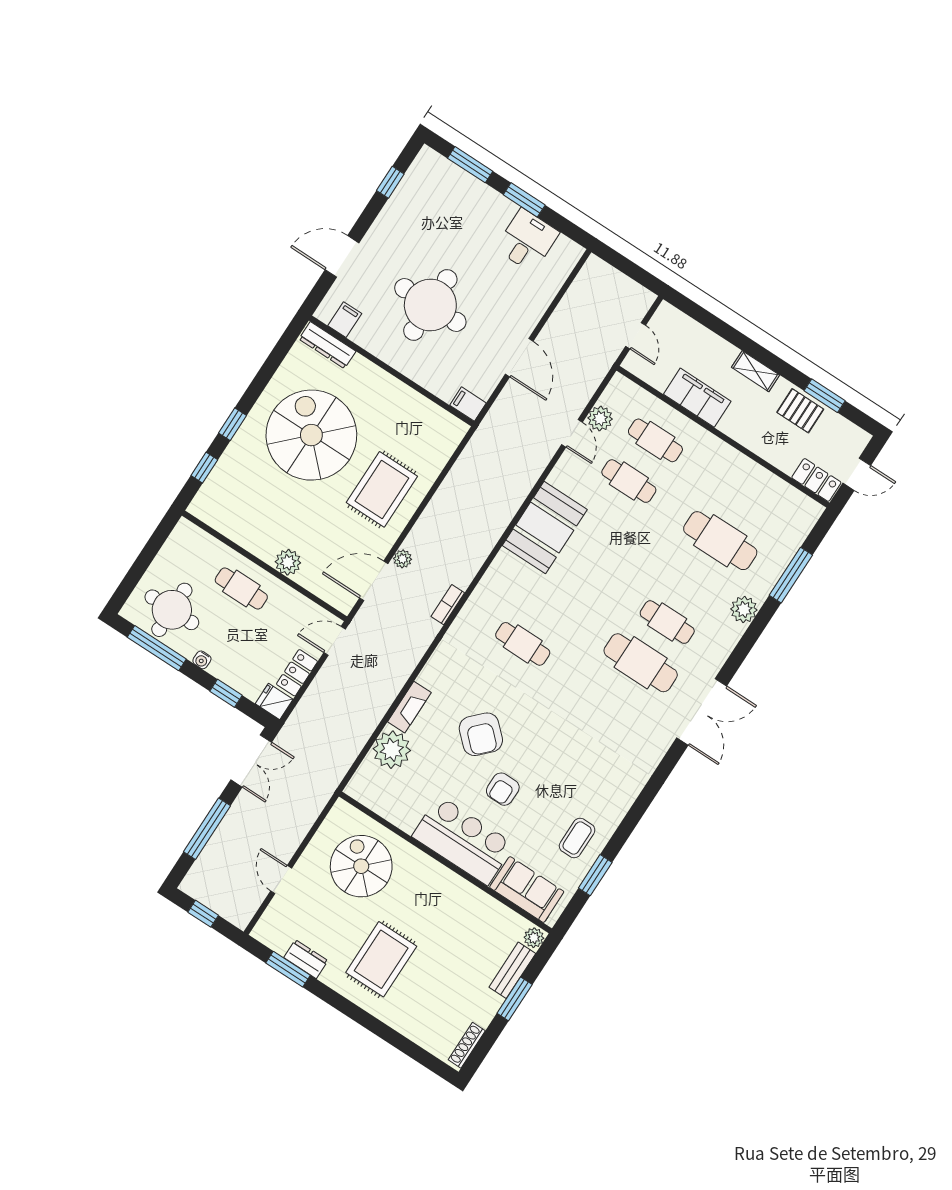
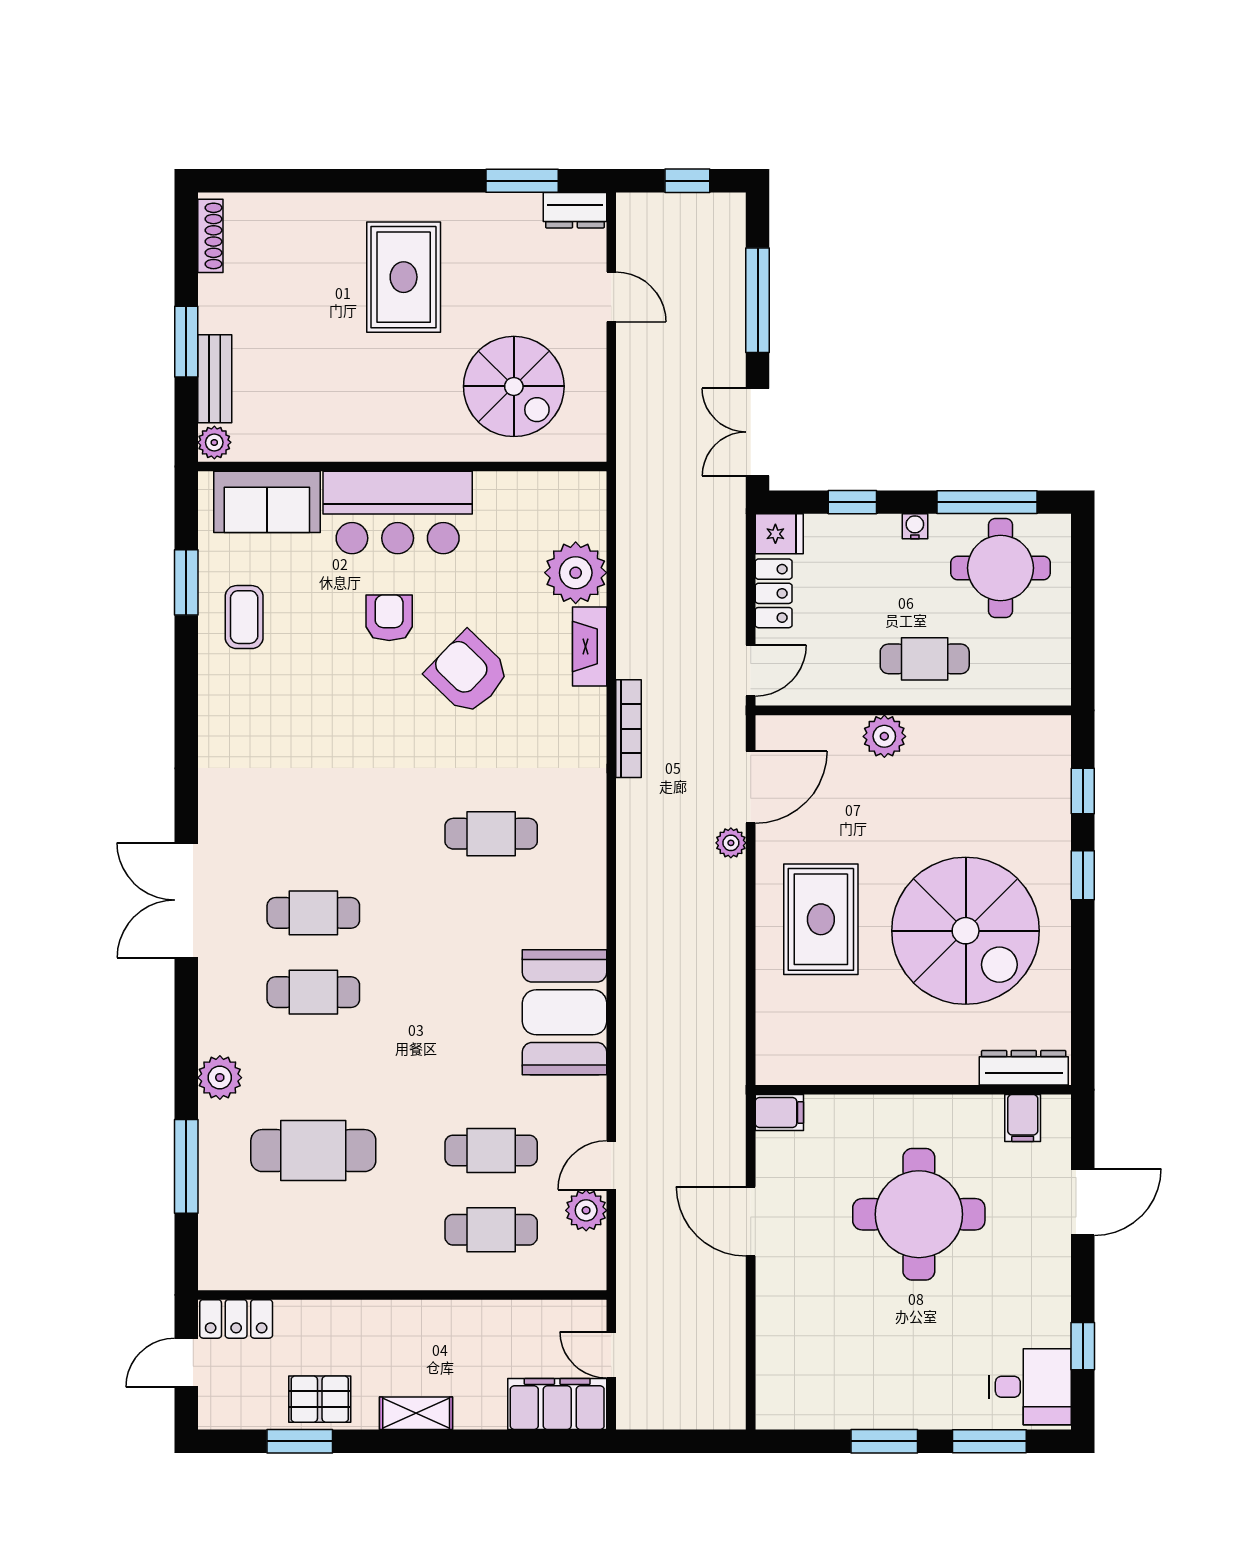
desk: (527, 240) -> (1030, 1387), moved, turned -90
filing cabinet: (697, 398) -> (557, 1404), moved, turned 180
door: (572, 433) -> (611, 1165), hinge flipped
bookcase: (448, 605) -> (628, 729), moved, width x1.56
cafe table: (641, 663) -> (313, 913), width x0.73, depth x0.74
dresser: (306, 959) -> (575, 210), moved

